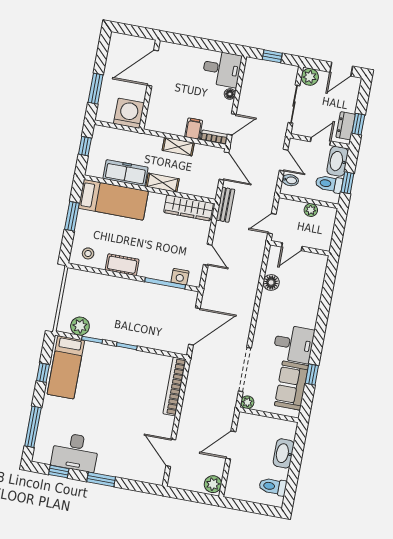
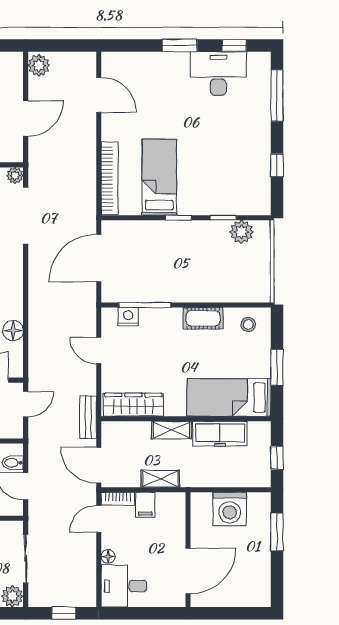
door: (153, 68) -> (188, 571), moved
wall: (150, 84) -> (188, 550), moved
bed: (66, 367) -> (159, 177), moved

